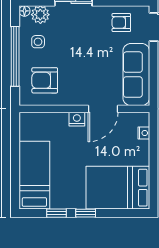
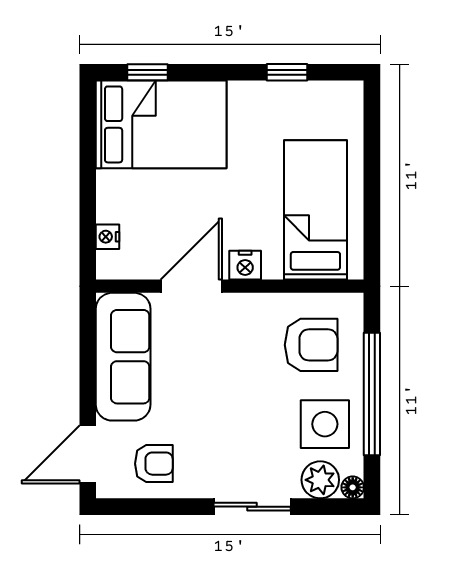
side table: (38, 42) -> (325, 424), width x1.87, depth x1.87
bed: (34, 175) -> (315, 210), moved, turned 180
window: (86, 213) -> (147, 72), moved

